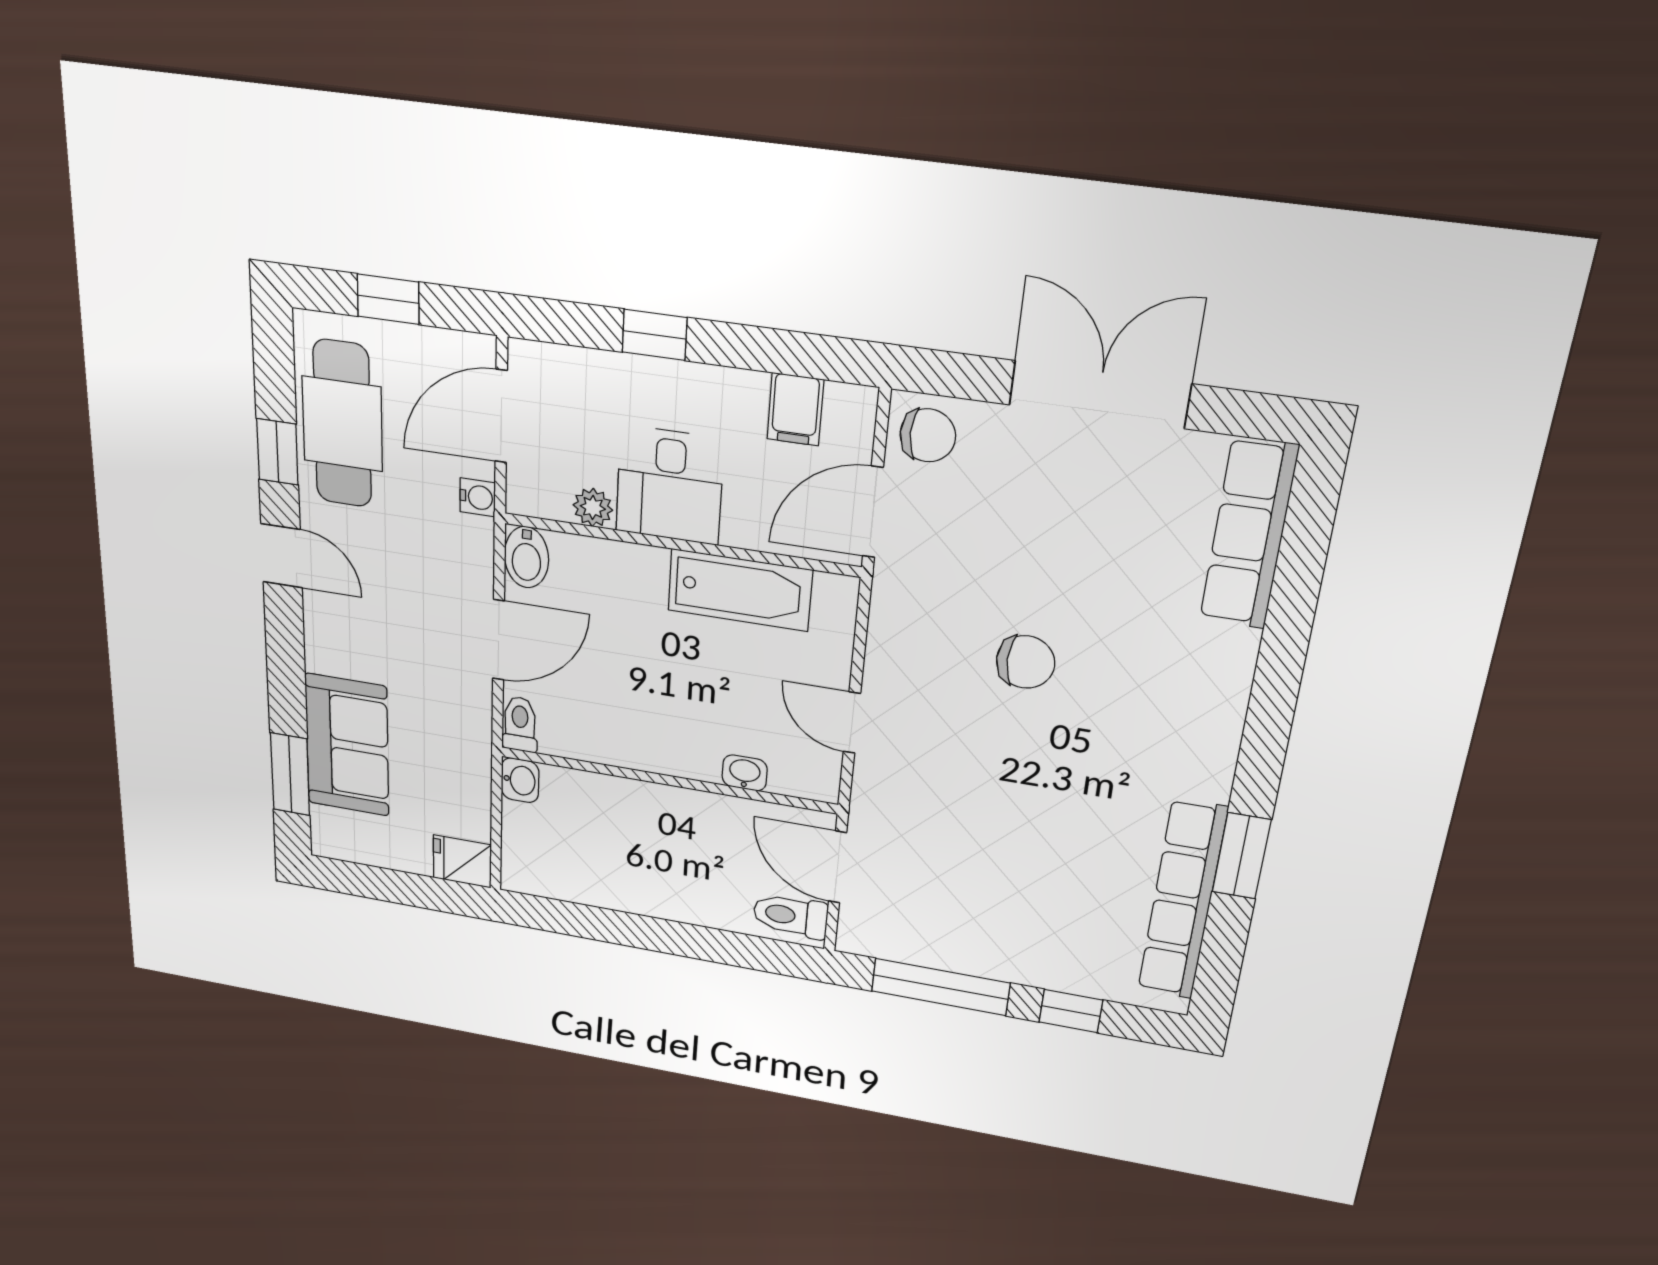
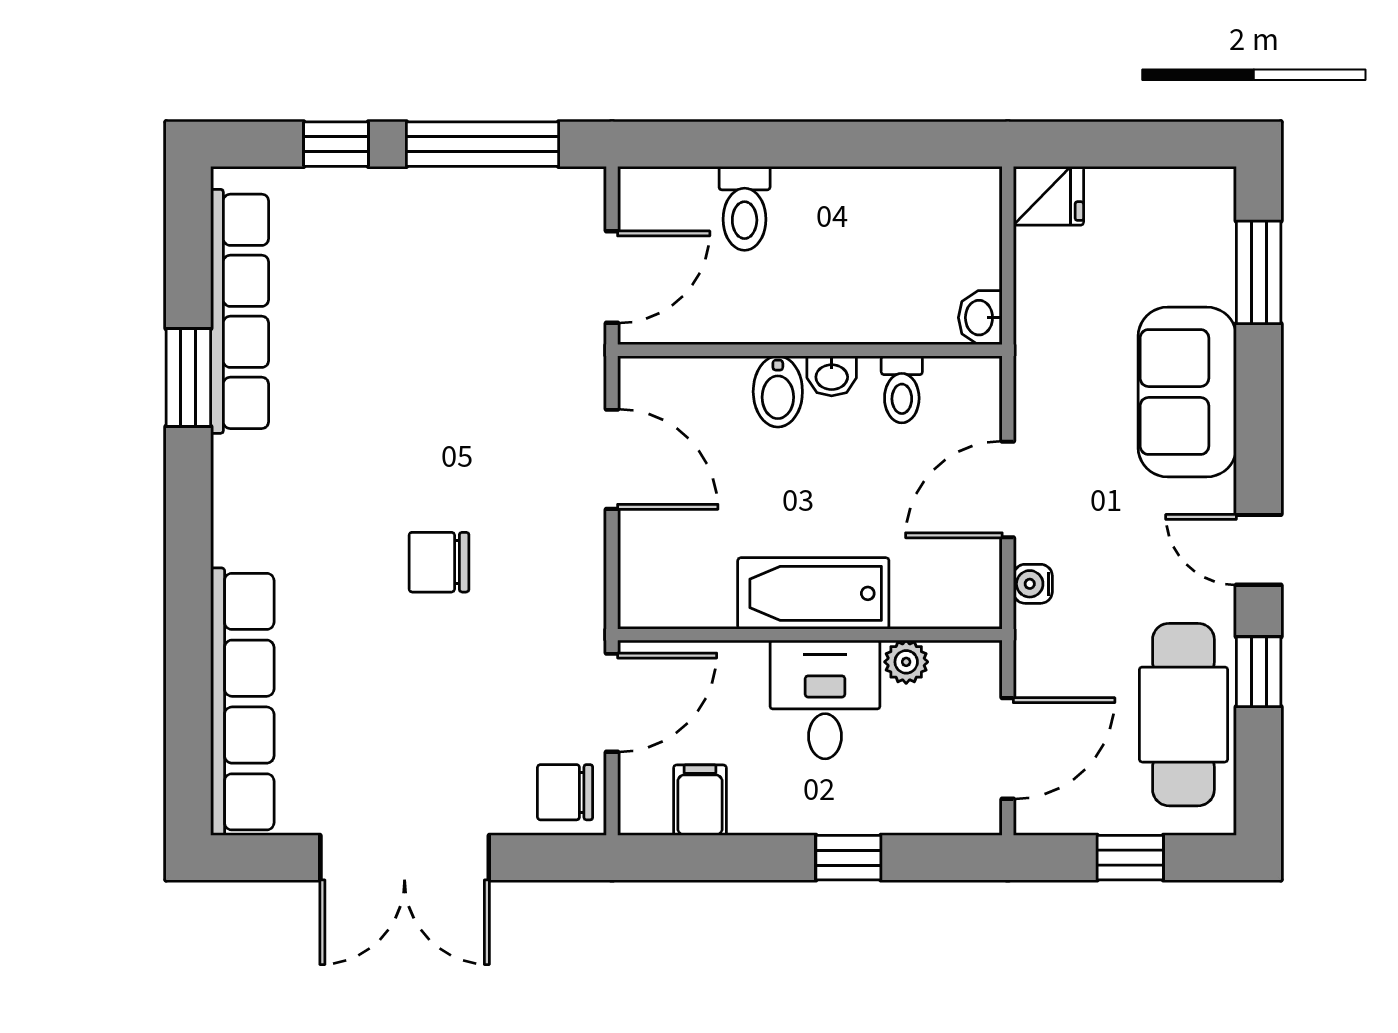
water cooler: (478, 497) -> (1033, 584), moved
row of seats: (1249, 534) -> (242, 702), width x1.36
bidet: (526, 557) -> (778, 392), moved, turned 180
bathtub: (740, 590) -> (813, 593), moved
door: (852, 723) -> (612, 459), width x1.38
toilet: (520, 724) -> (902, 389), moved
sofa: (347, 745) -> (1187, 392), moved
washbasin: (745, 773) -> (832, 376), moved
door: (838, 867) -> (612, 277), hinge flipped
toilet: (790, 916) -> (745, 208), moved, turned 90

